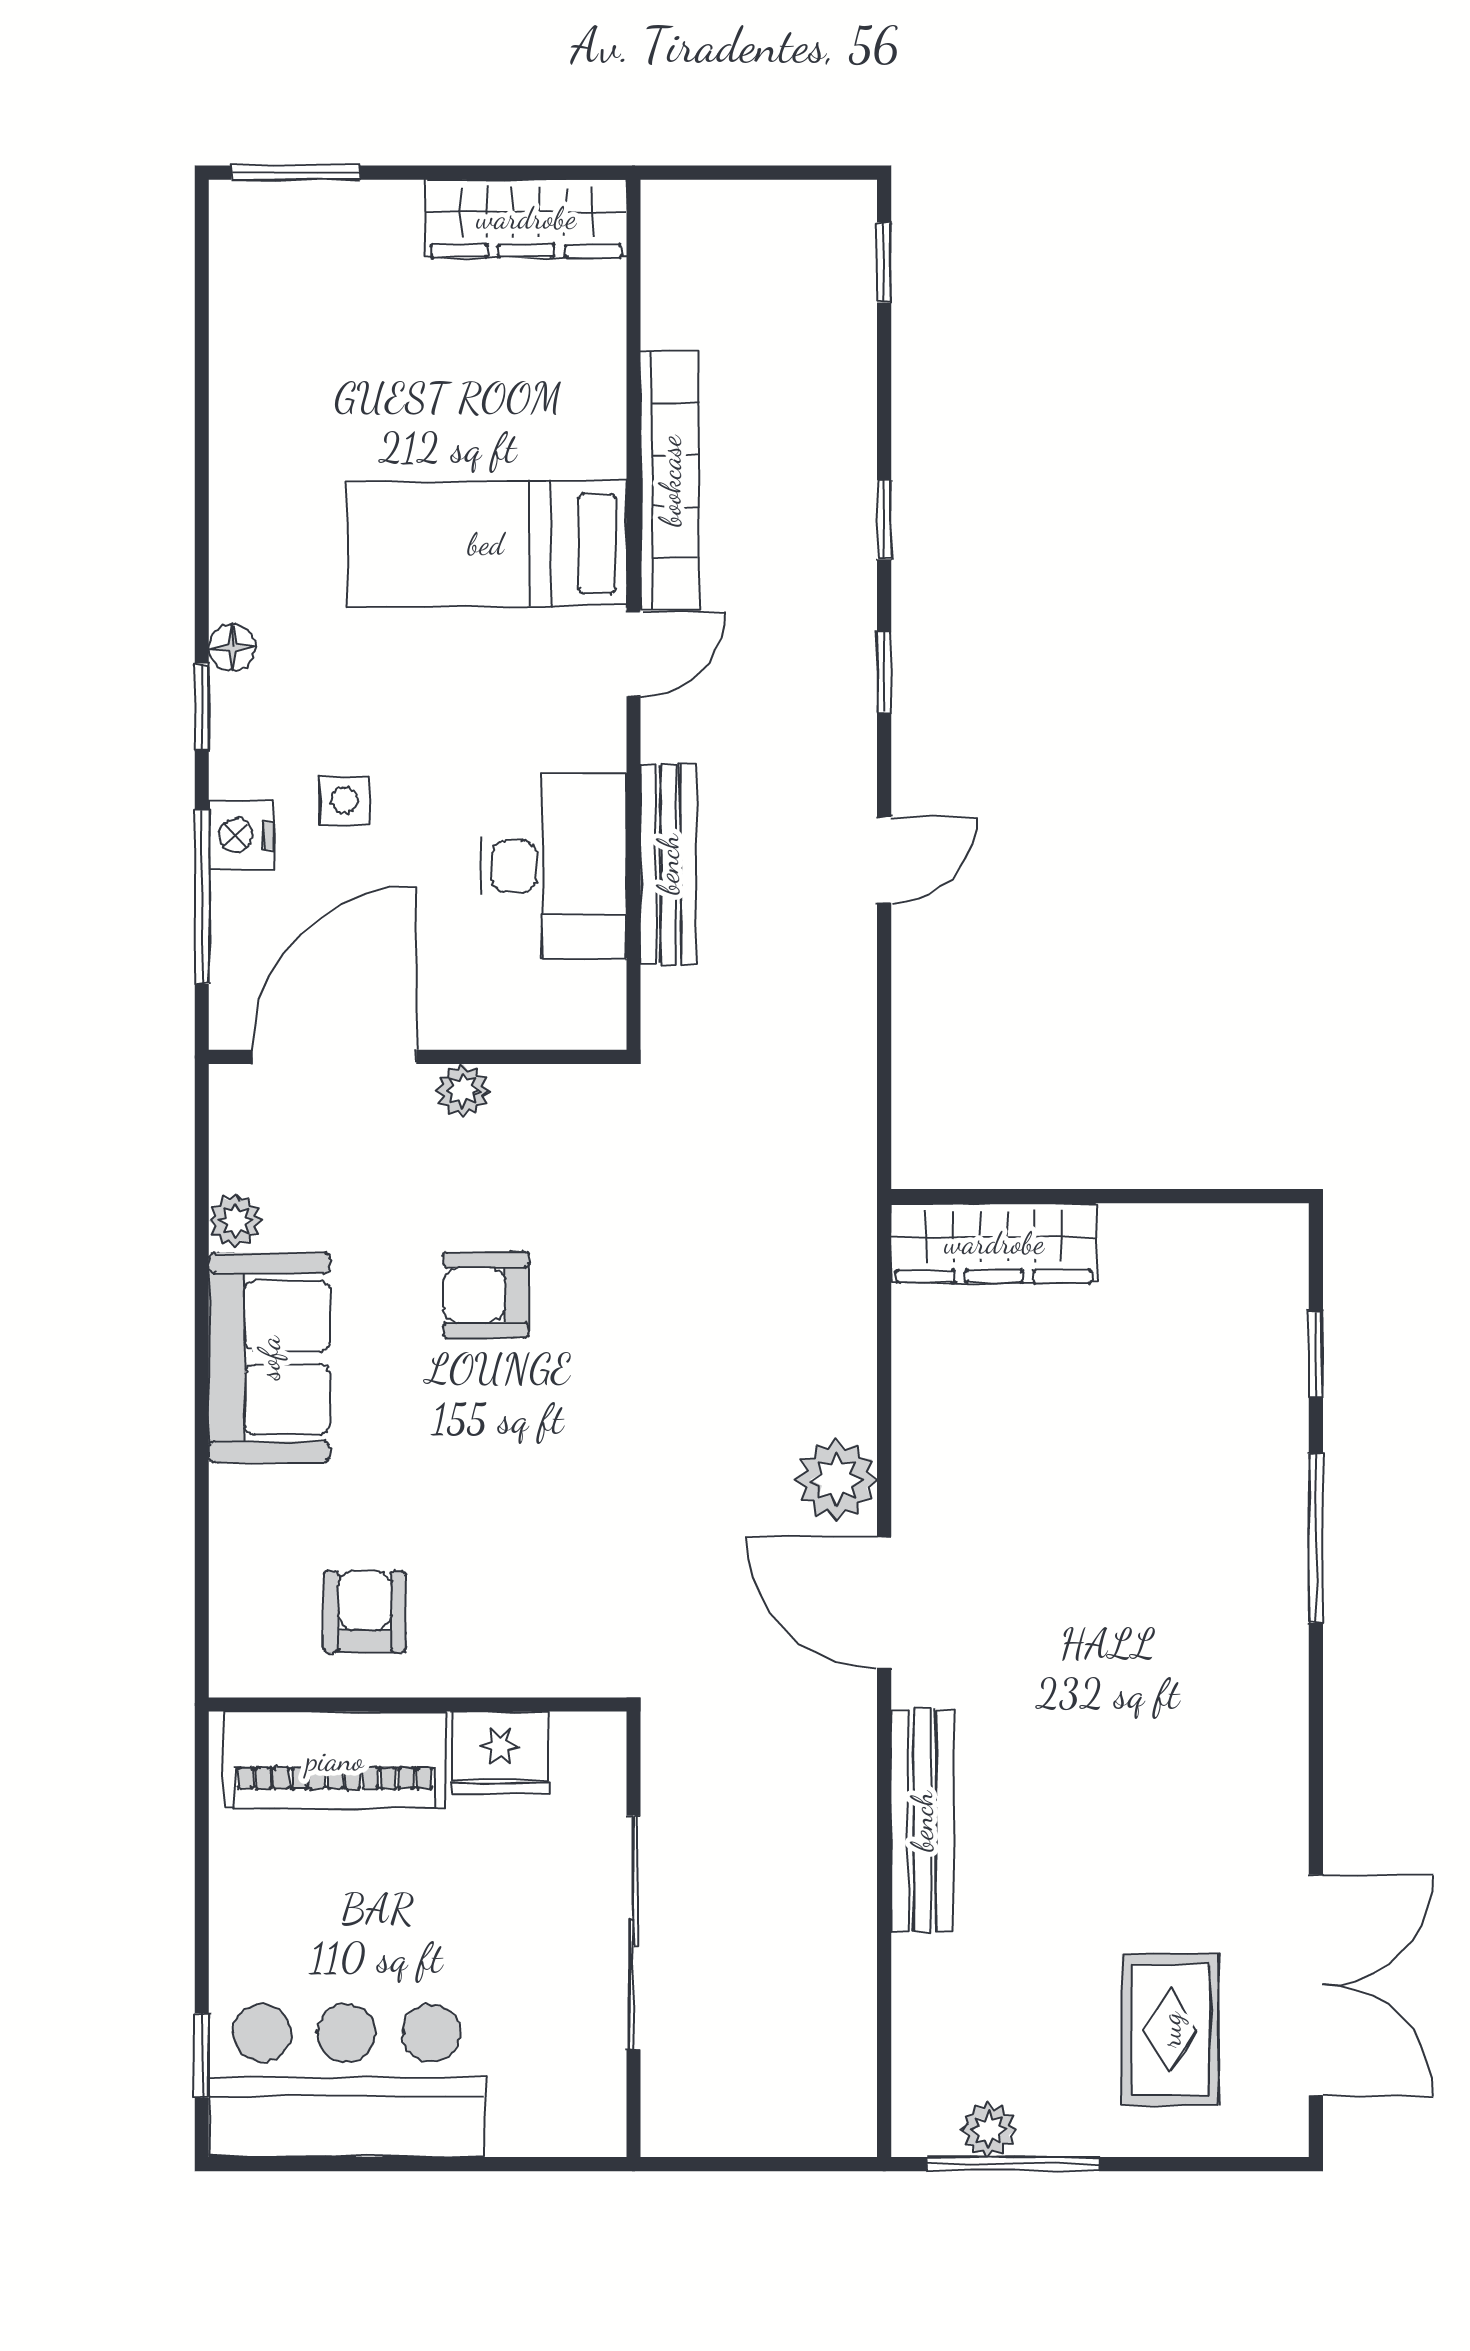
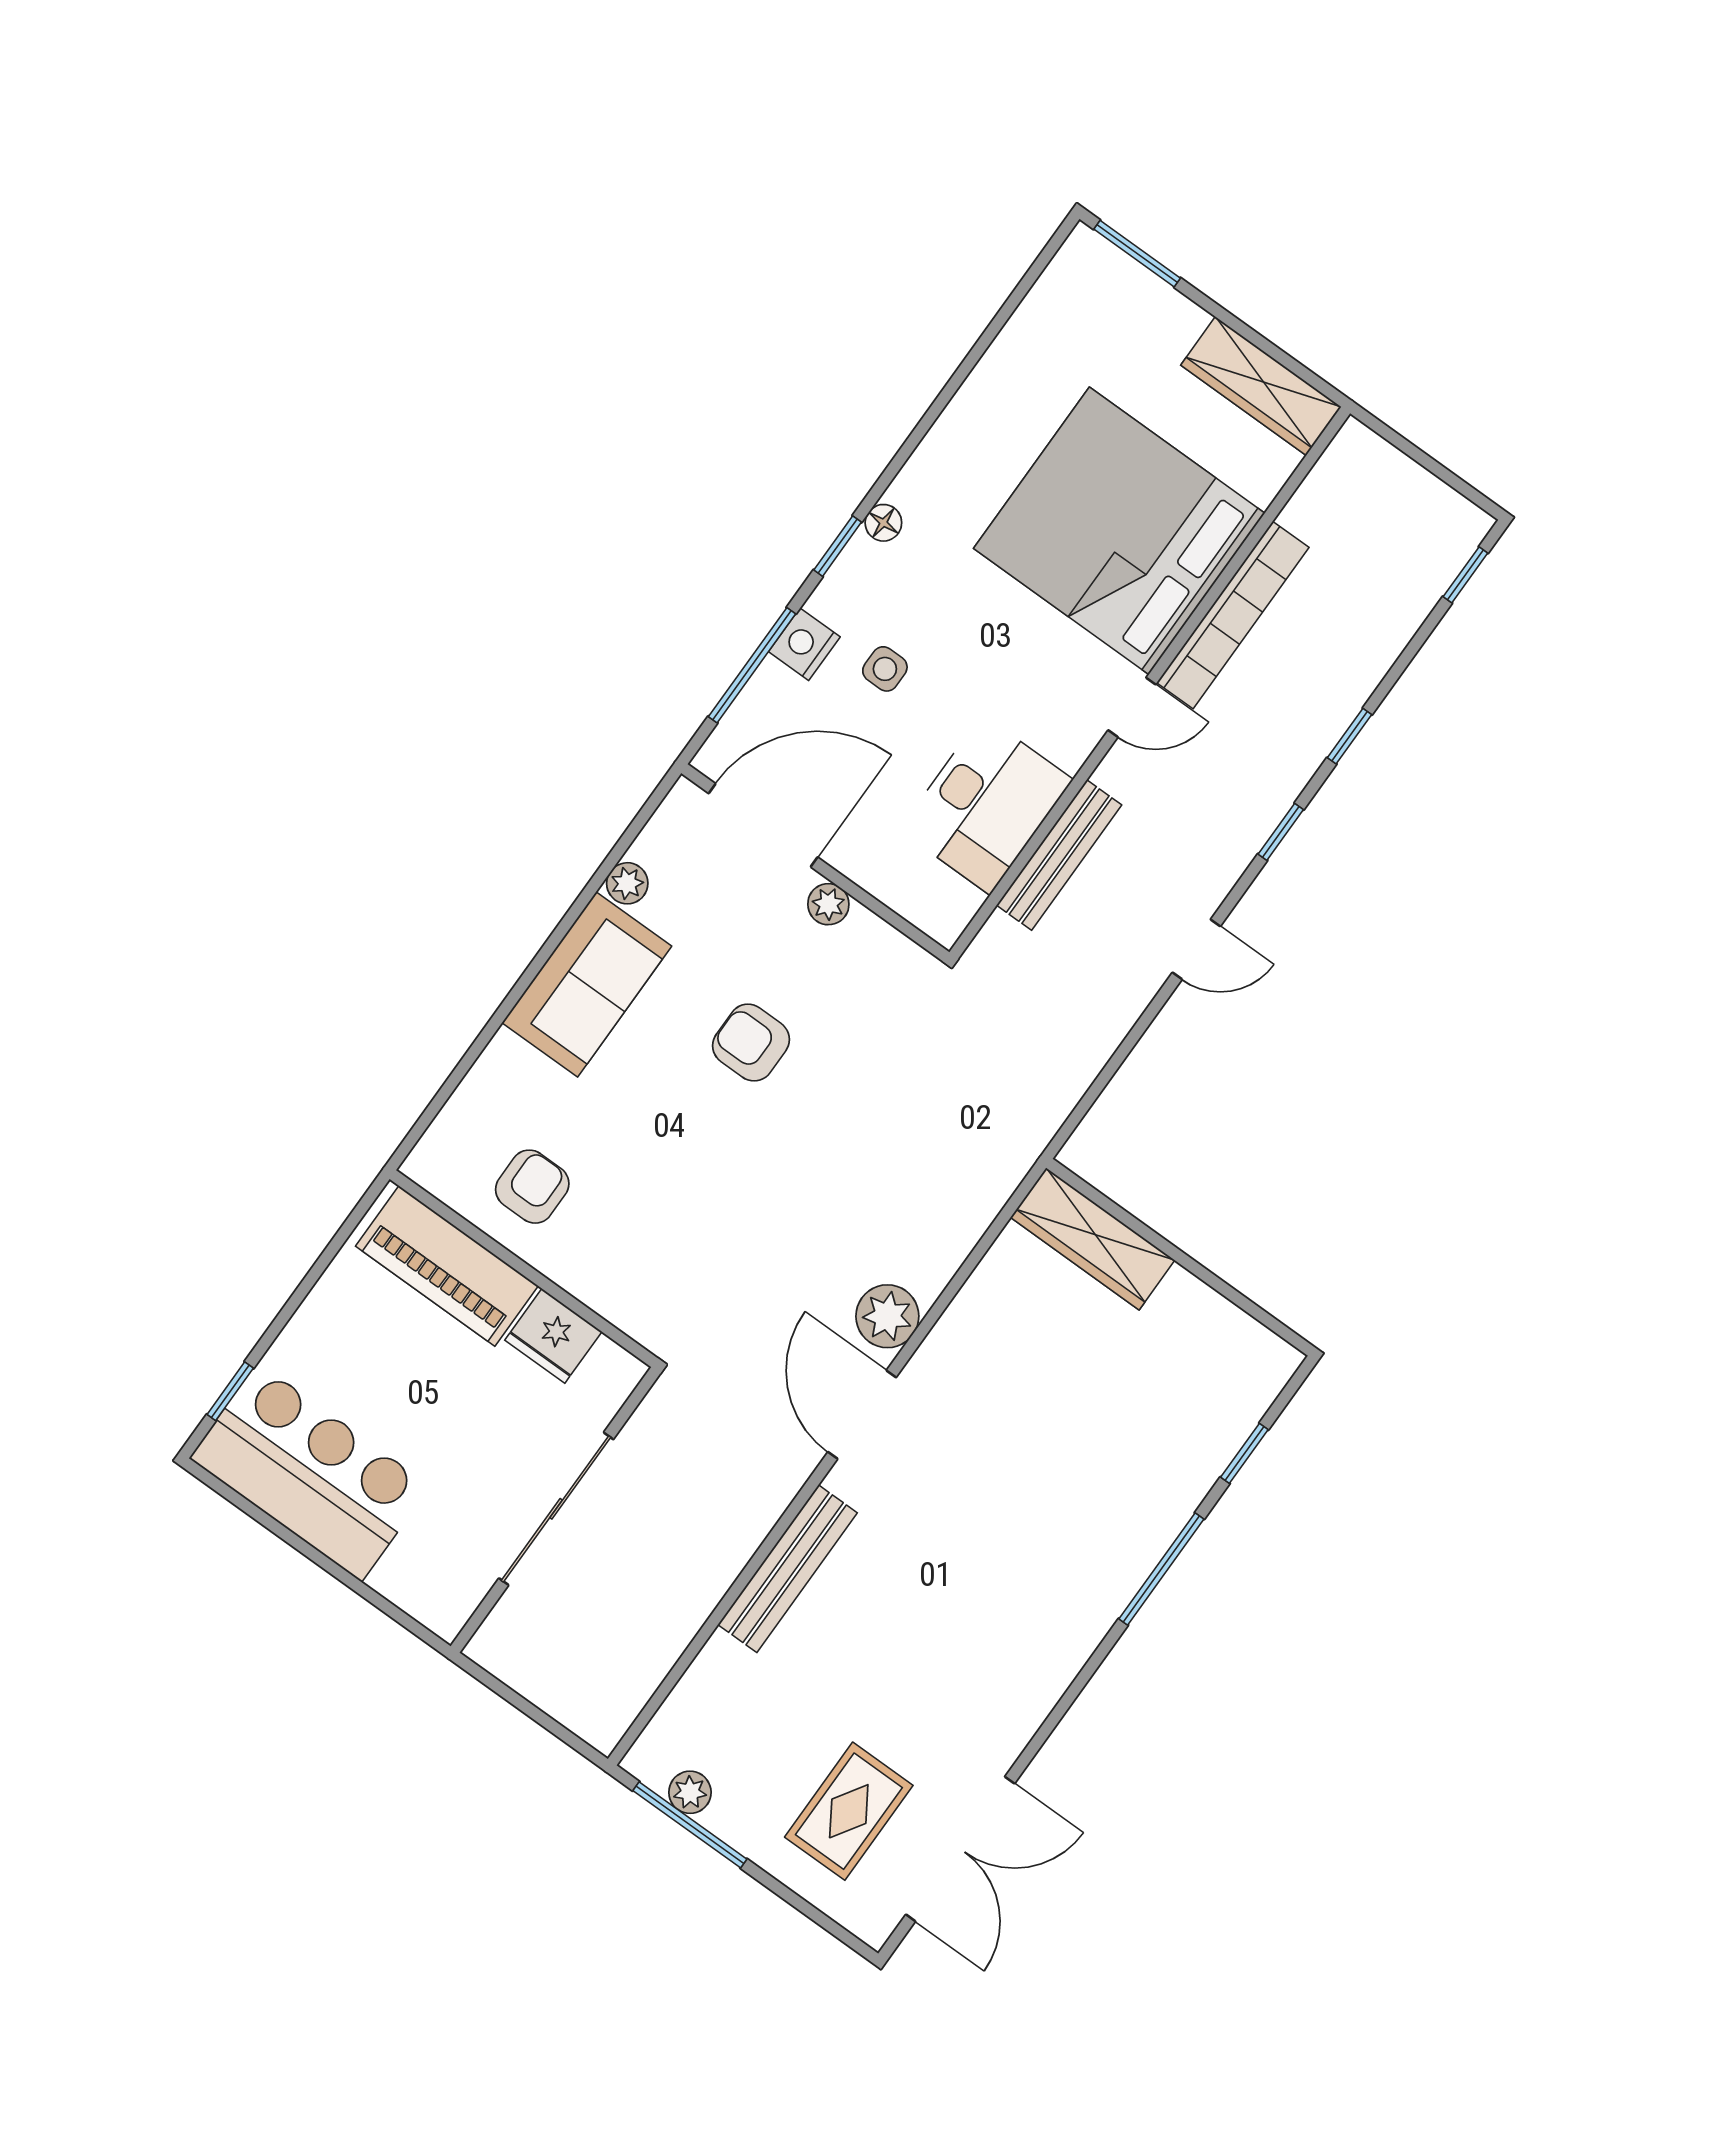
bed: (486, 544) -> (1119, 531), width x2.04

